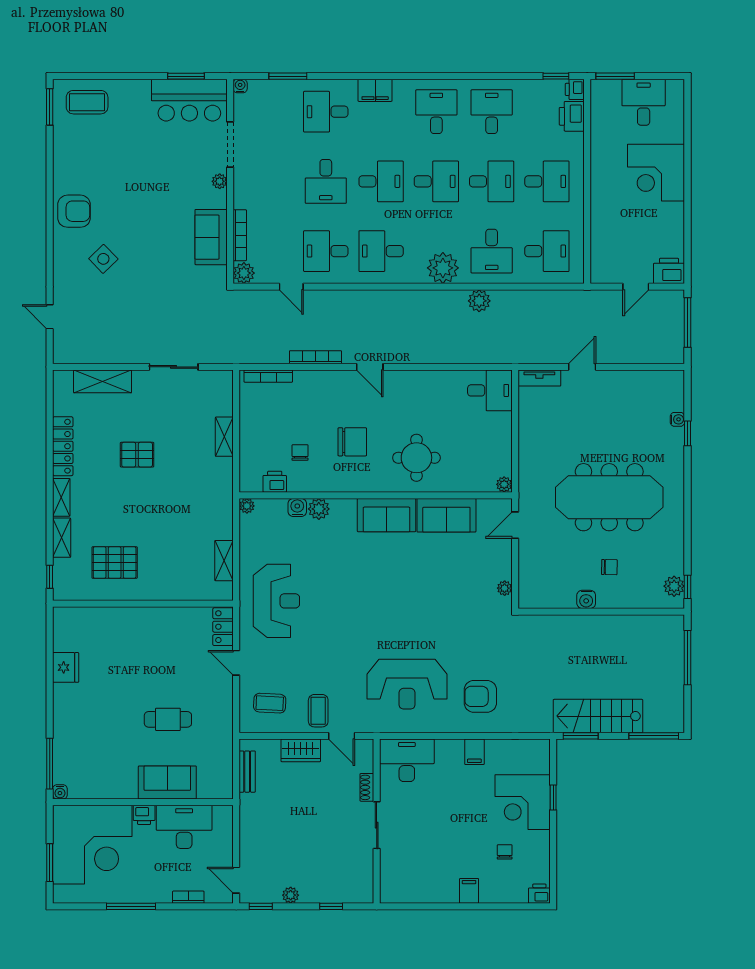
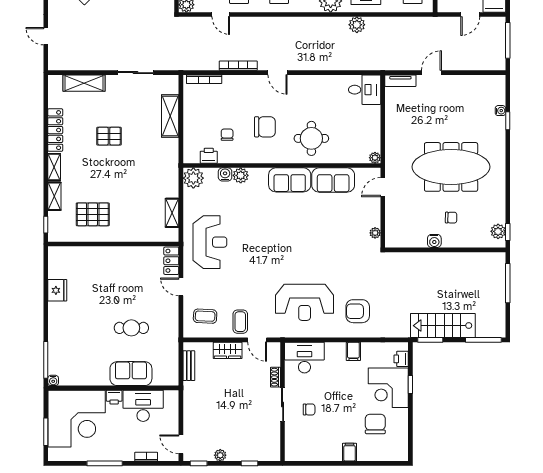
shelving: (224, 437) -> (170, 116), width x1.50, depth x1.33
plant: (247, 506) -> (193, 178), width x1.88, depth x1.88
chair: (413, 832) -> (309, 409), added
chair: (505, 852) -> (375, 424), width x1.87, depth x1.87
printer: (539, 894) -> (401, 359), moved, turned -90

